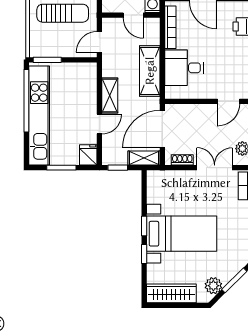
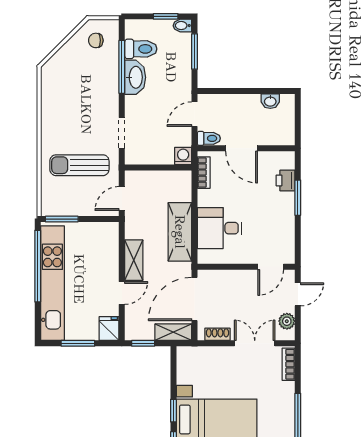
sun lounger: (63, 13) -> (79, 165), turned 180
door: (133, 15) -> (161, 167), removed
bookcase: (170, 27) -> (204, 173), width x0.64

